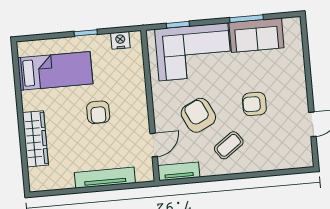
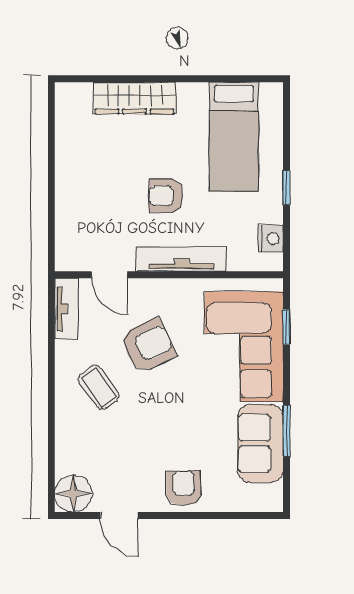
armchair: (254, 104) -> (184, 488), moved
floor lamp: (301, 156) -> (73, 493), added
tv unit: (105, 178) -> (182, 259), moved, turned -90

